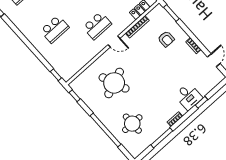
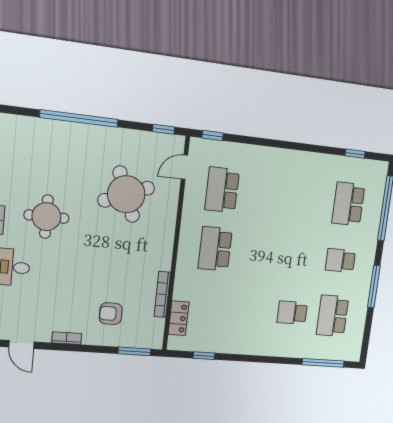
school desk: (55, 29) -> (222, 190), moved
door: (114, 41) -> (184, 167), moved
round table: (132, 124) -> (46, 217), moved

